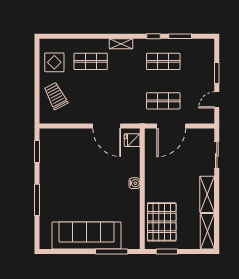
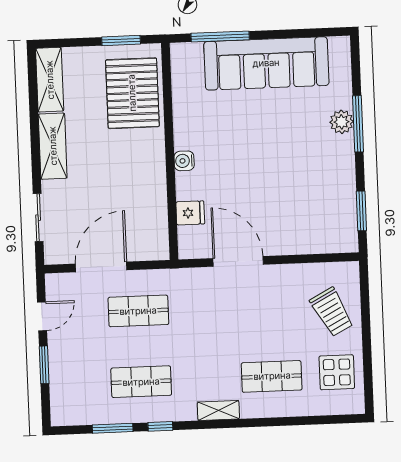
door: (171, 126) -> (101, 267), moved
fridge: (132, 140) -> (190, 213), moved
plant: (46, 201) -> (342, 122), added

